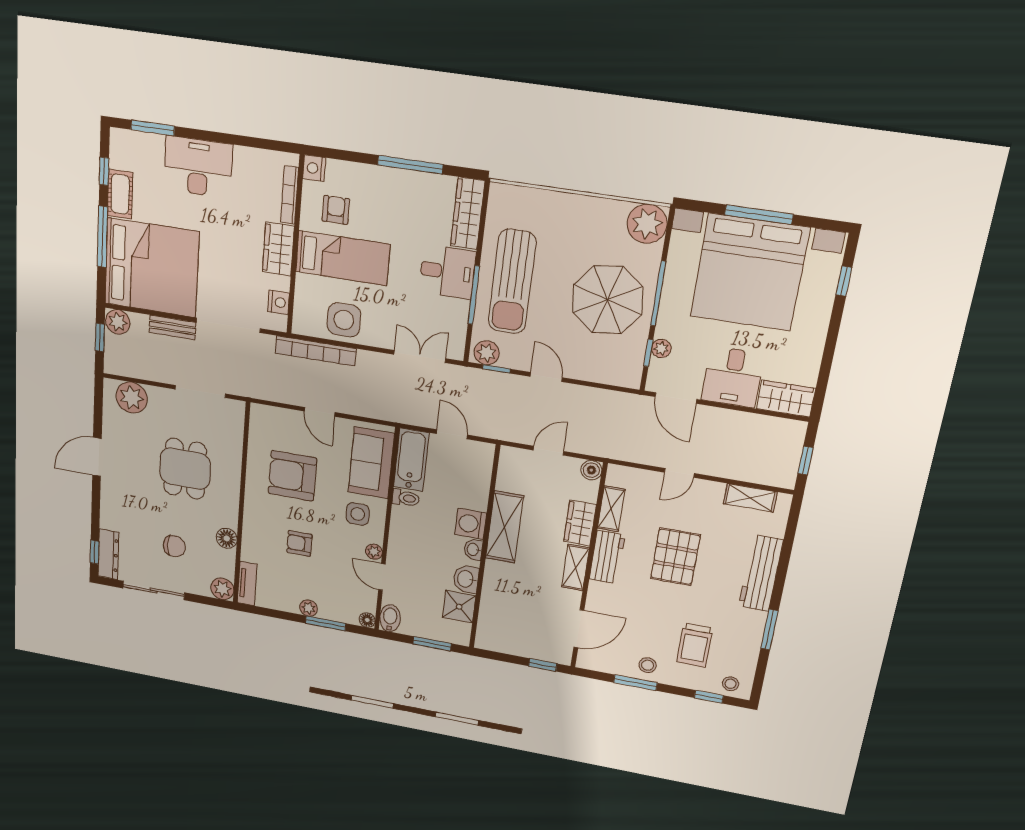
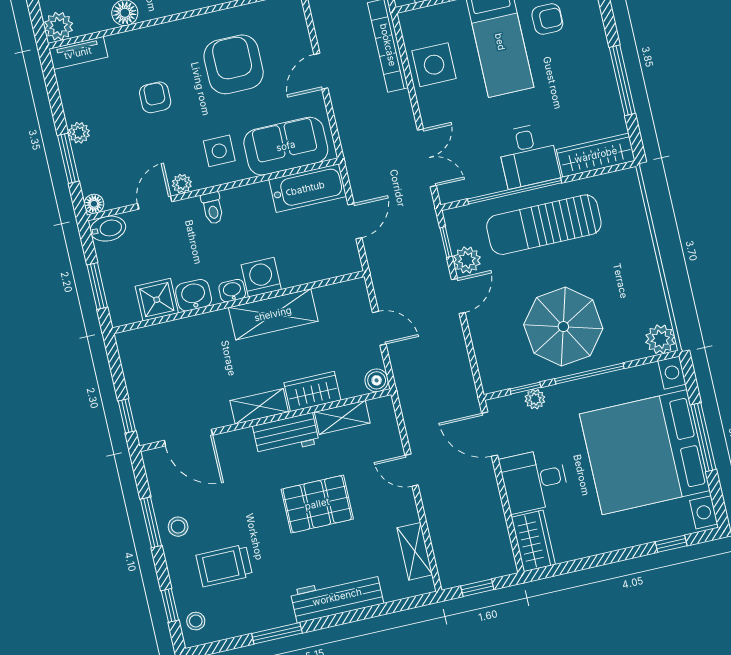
plant: (647, 224) -> (660, 339), width x0.73, depth x0.73
window: (474, 295) -> (515, 191), width x1.46
plant: (487, 353) -> (467, 260), moved
door: (676, 398) -> (490, 434), hinge flipped
toilet: (406, 498) -> (213, 208), moved

